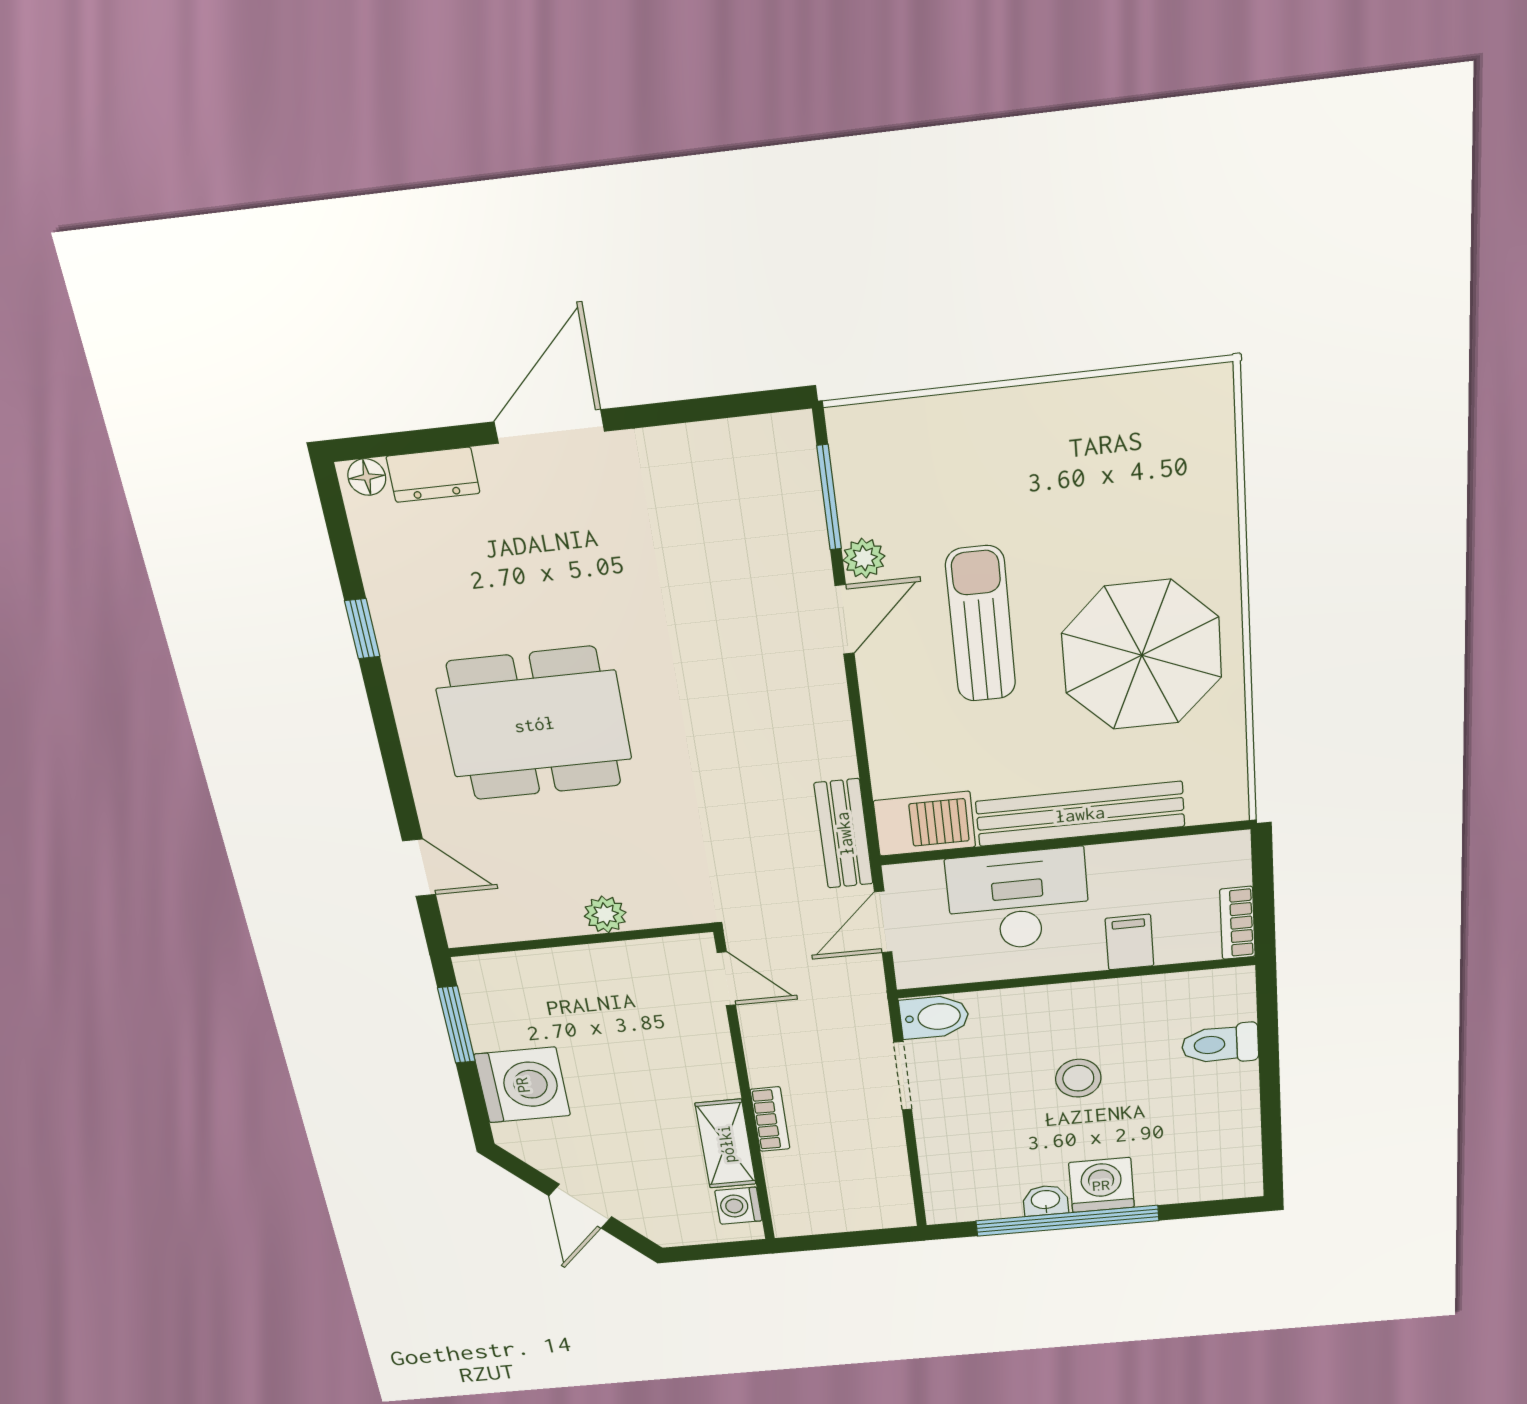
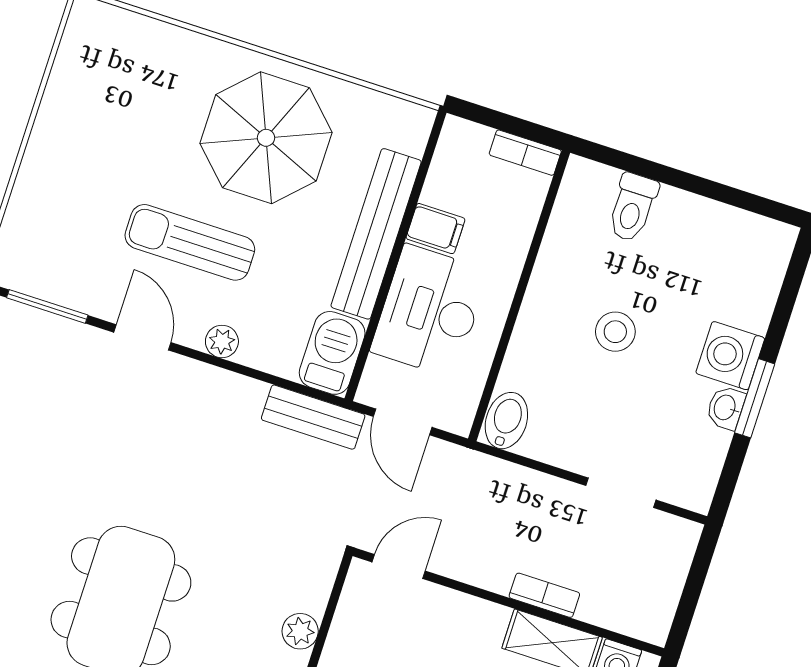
plant: (864, 558) -> (222, 341), moved
filing cabinet: (1129, 942) -> (435, 229), moved, turned 180
doorway: (903, 1076) -> (621, 493), moved
window: (1067, 1221) -> (755, 398), width x0.47

